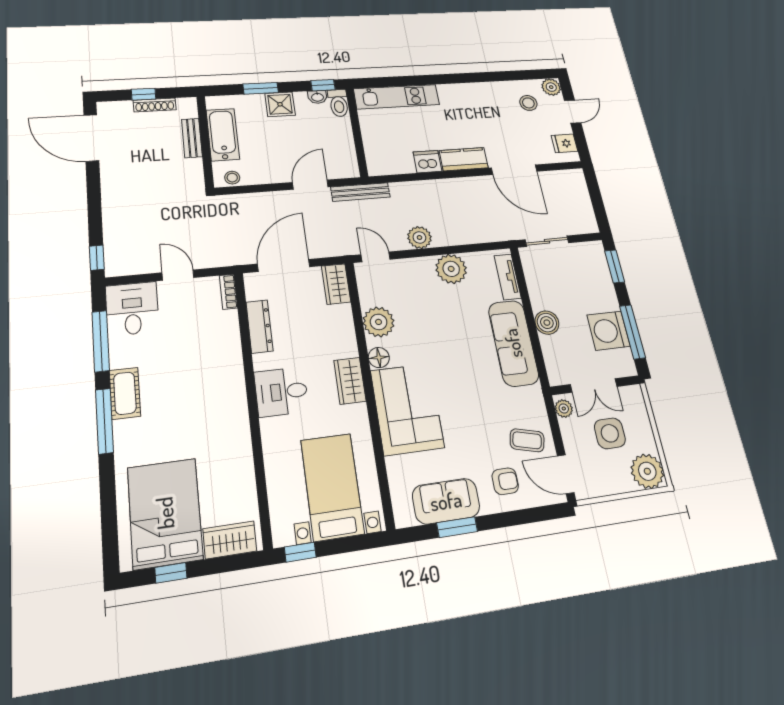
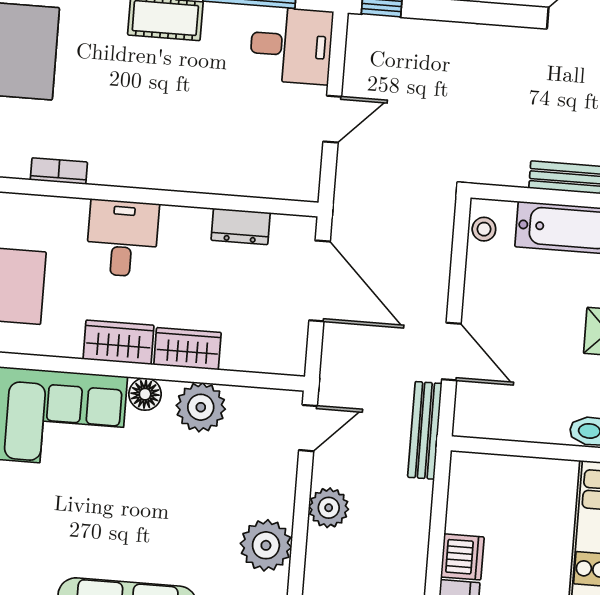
wardrobe: (336, 284) -> (187, 349), moved
bookcase: (228, 292) -> (59, 171), moved
dresser: (259, 326) -> (241, 226), width x0.70

